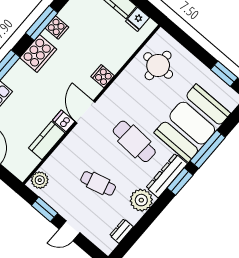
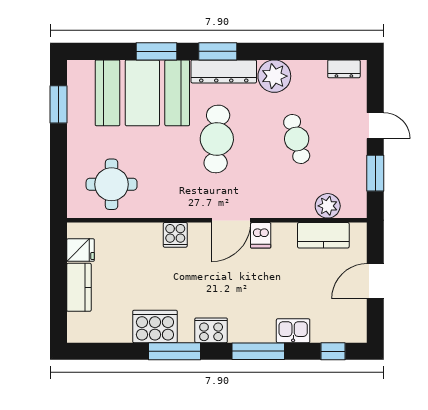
cooker: (57, 28) -> (155, 326), width x1.87, depth x1.31
cooker: (38, 53) -> (211, 330), width x0.73, depth x0.76
kitchen counter: (47, 141) -> (323, 235), moved
window: (208, 149) -> (156, 51), width x0.69
plant: (40, 180) -> (328, 206), moved
dresser: (121, 231) -> (344, 69), moved

